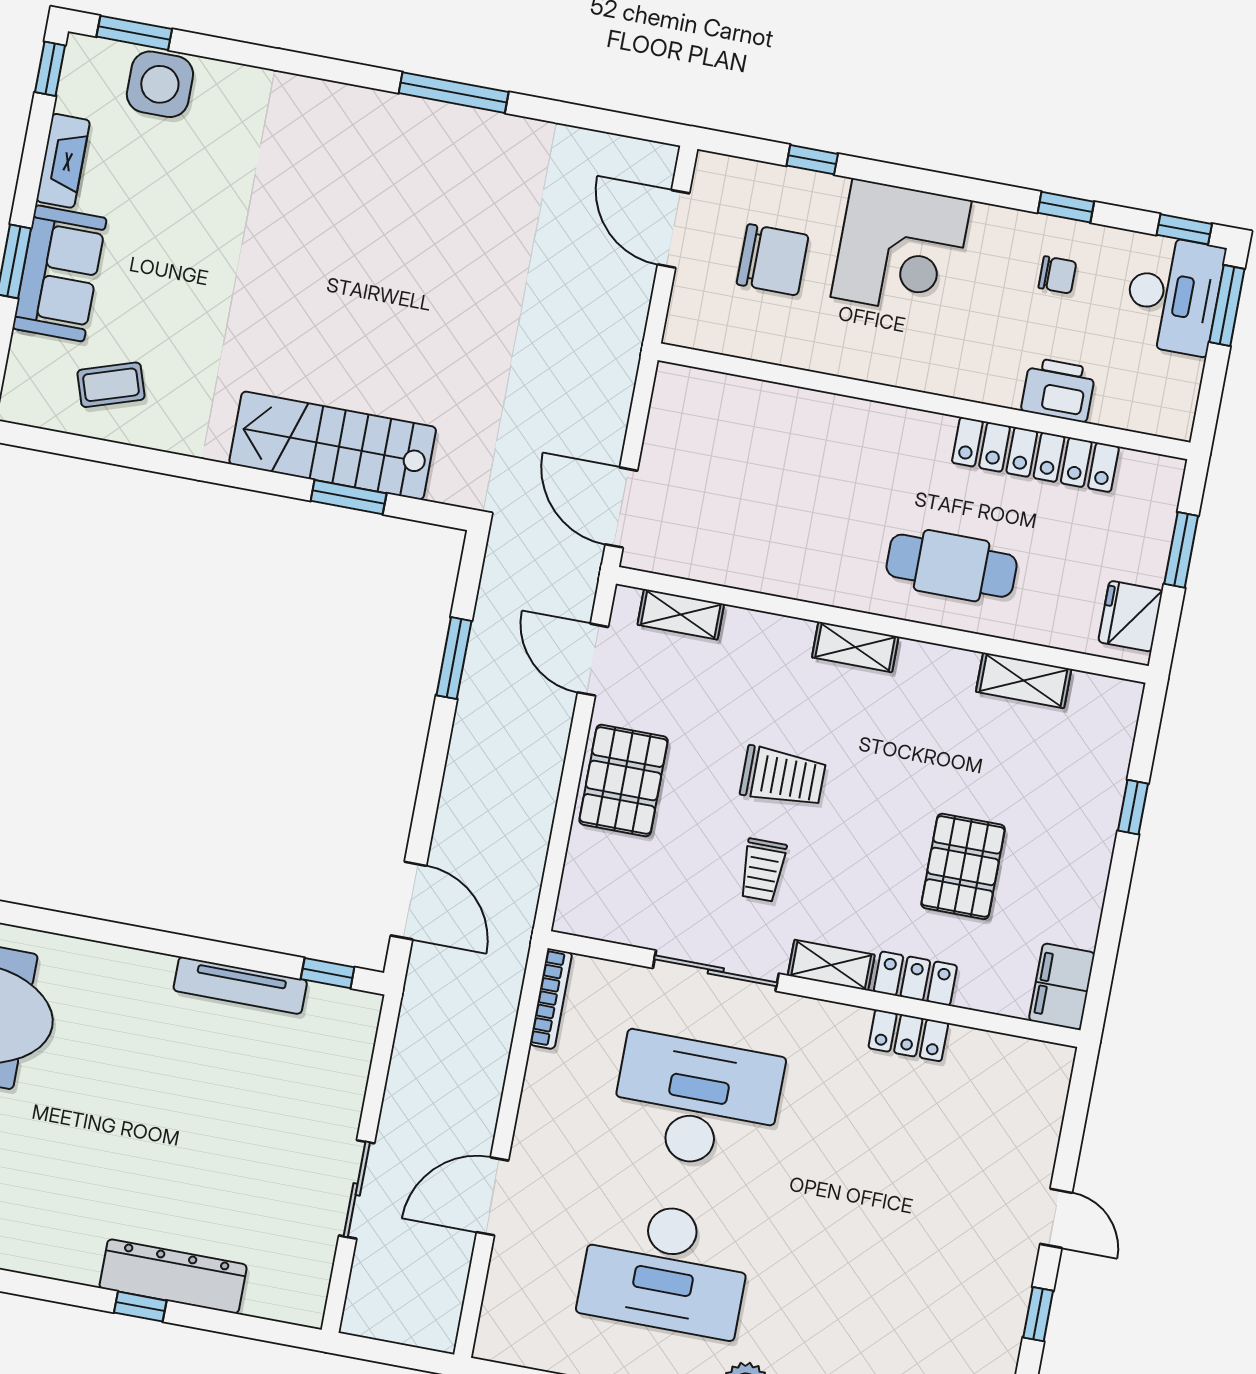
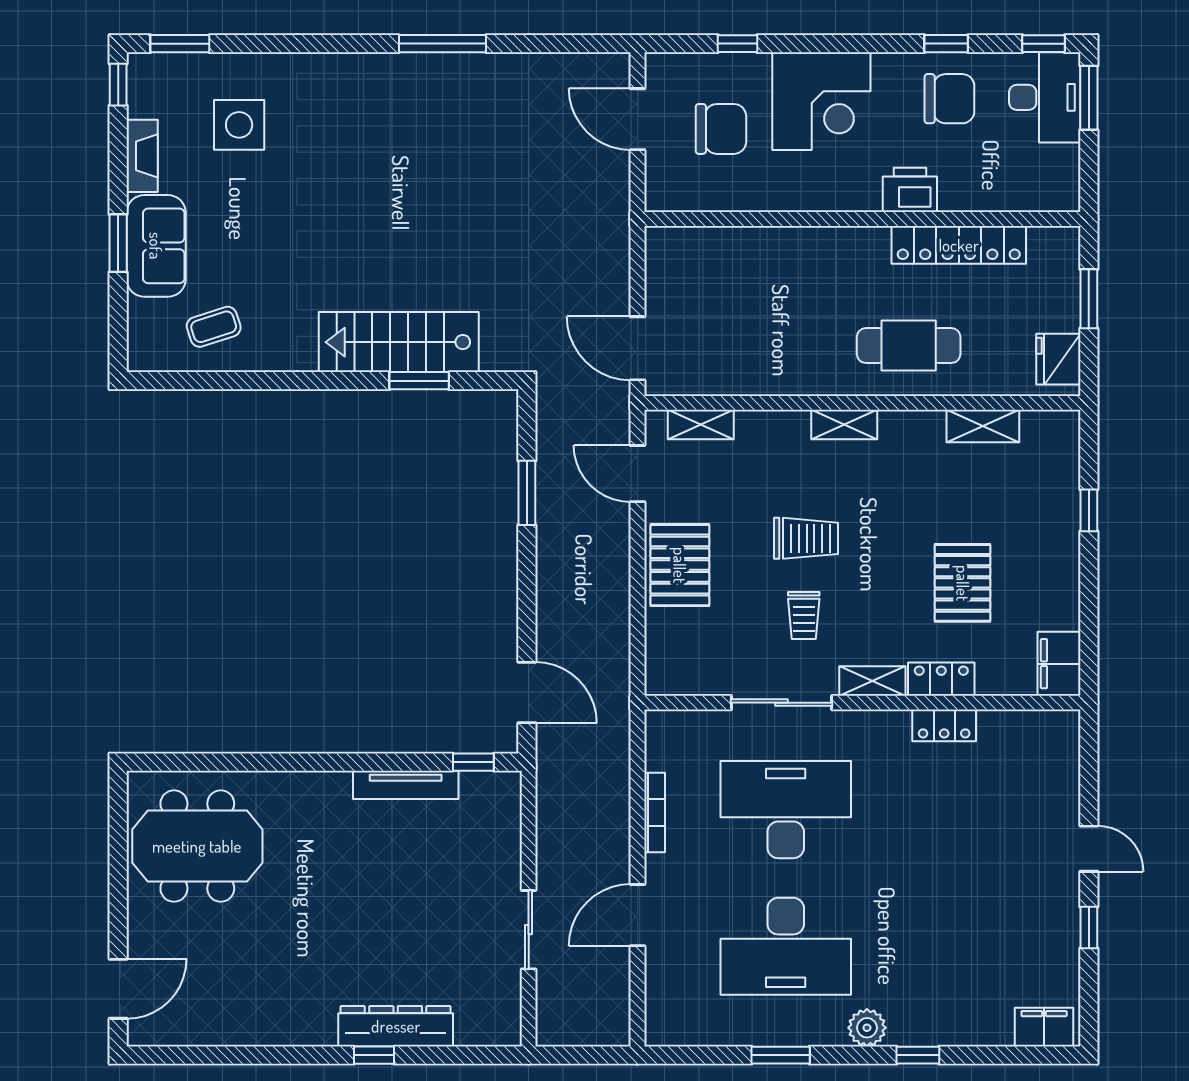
side table: (160, 84) -> (239, 125), moved
chair: (1057, 275) -> (949, 99), width x1.87, depth x1.87
printer: (1058, 390) -> (910, 190), moved
bookcase: (551, 999) -> (655, 812), moved

